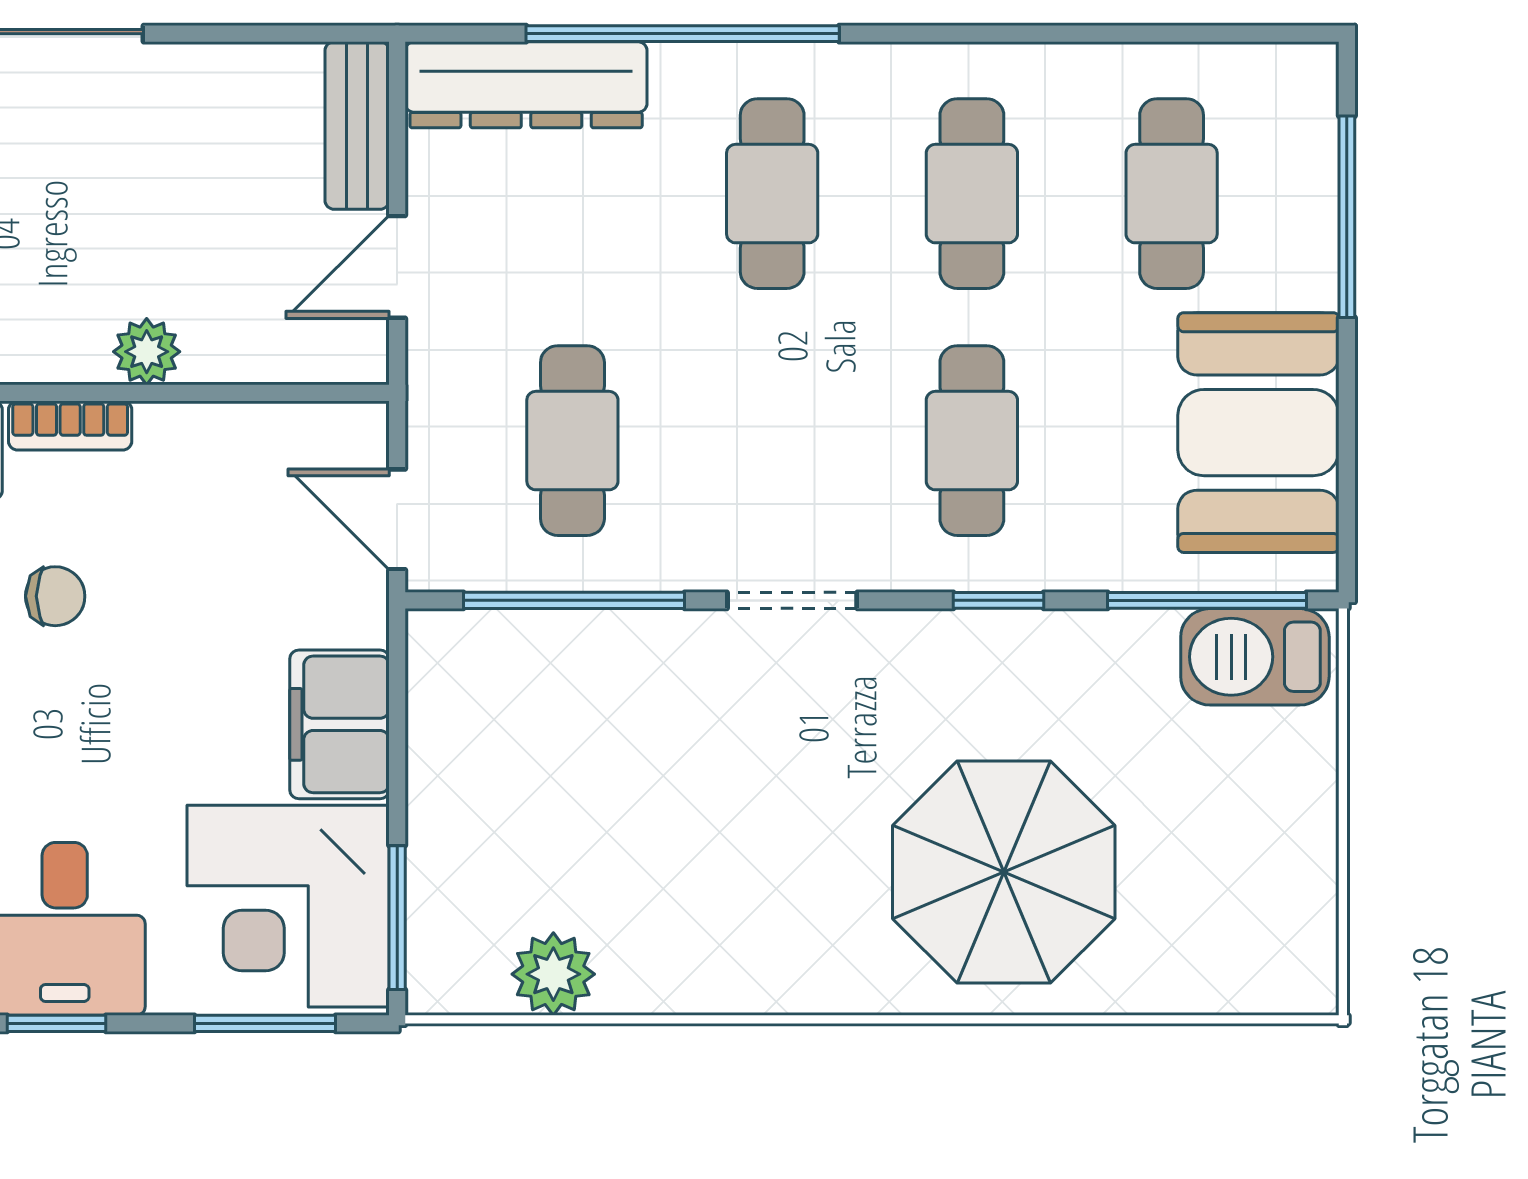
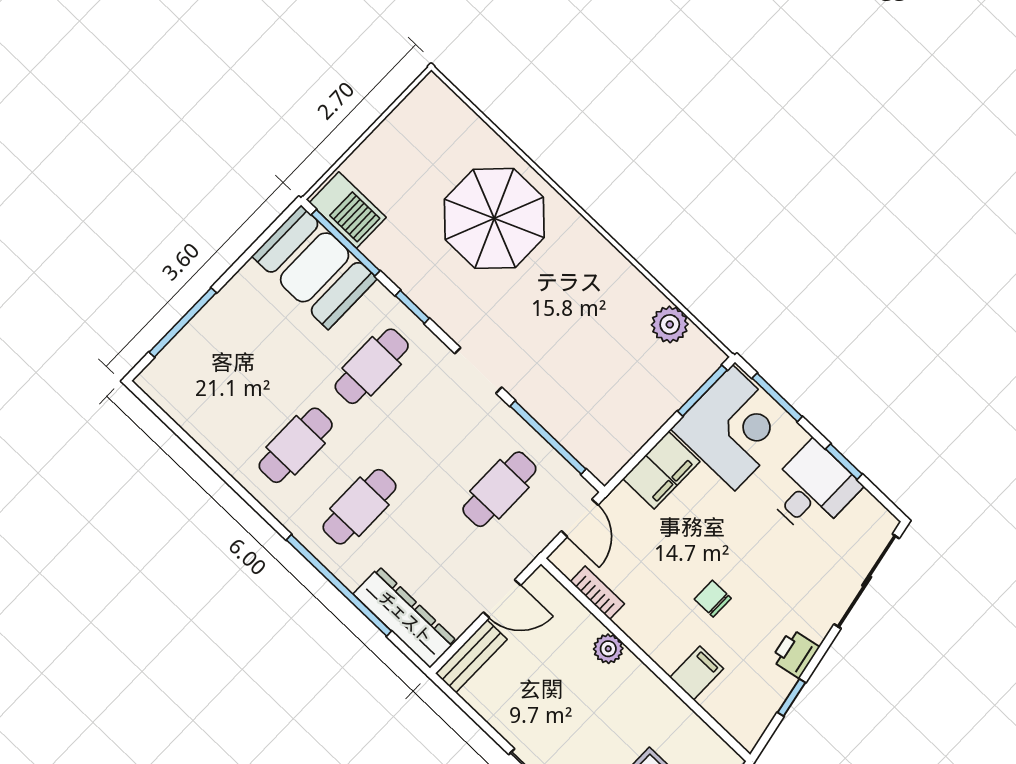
cafe table: (1172, 194) -> (232, 384), removed
bookcase: (70, 426) -> (597, 593), moved
booth: (1258, 433) -> (315, 267), moved, turned 90

